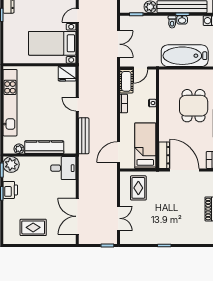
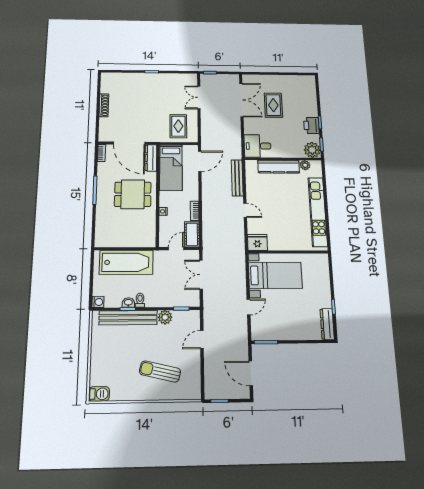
dining table: (194, 106) -> (133, 194), moved, turned 90
rug: (33, 227) -> (273, 105), moved, turned 90

